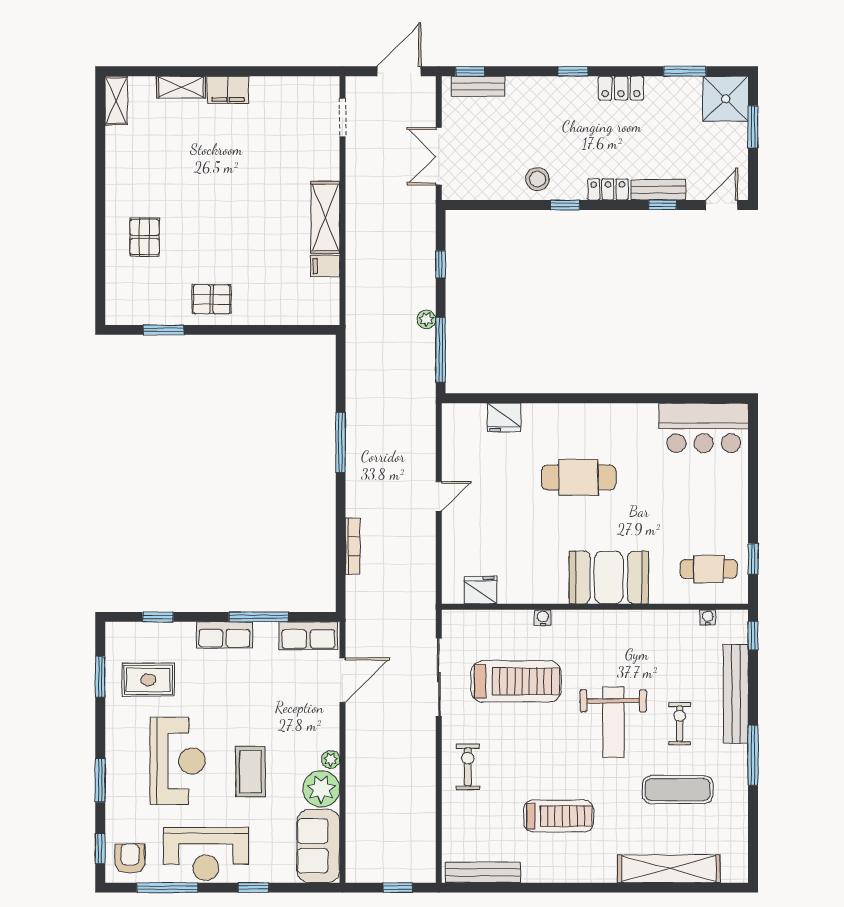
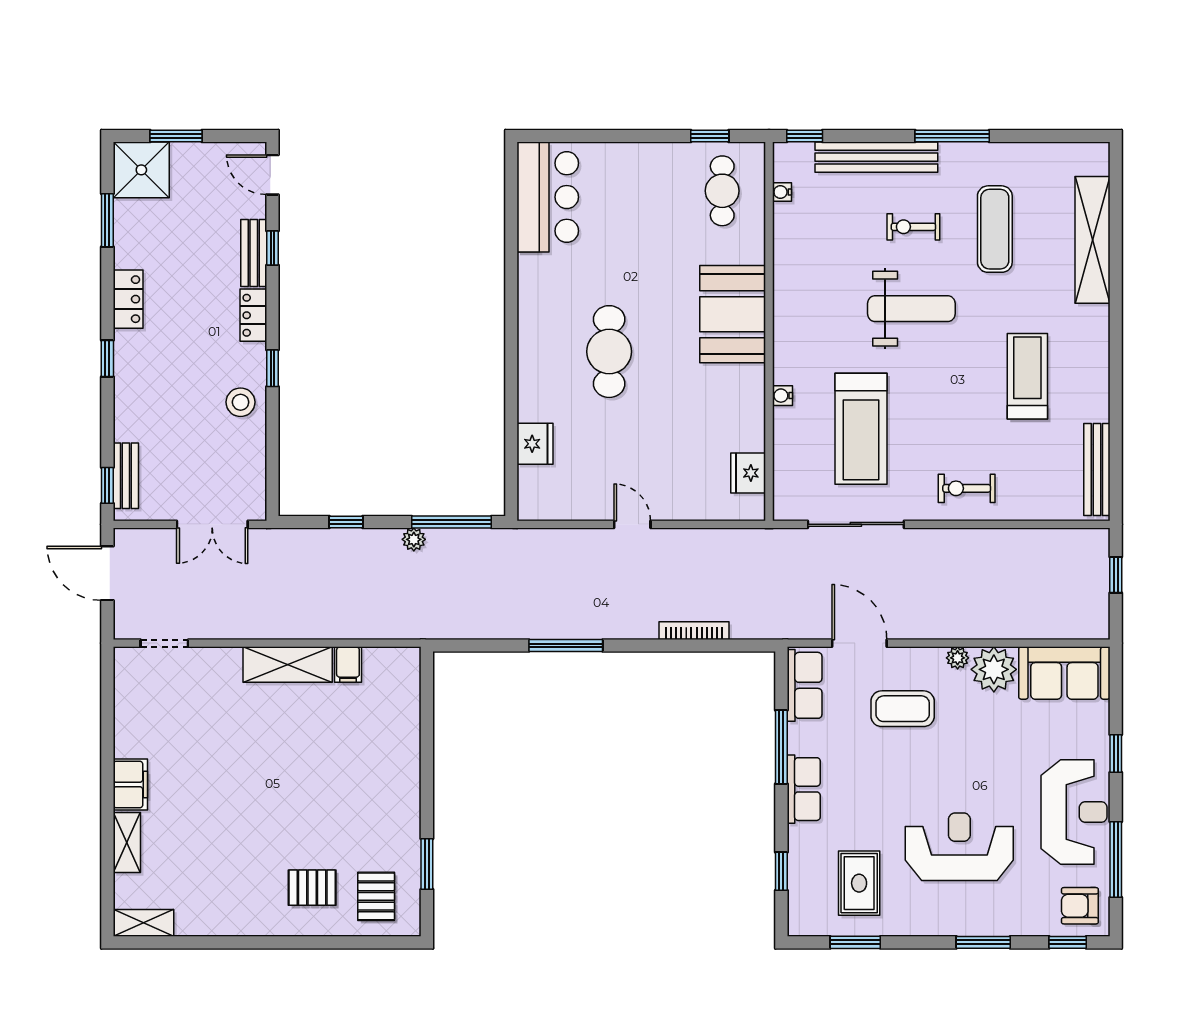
pallet: (212, 299) -> (376, 896), moved
treadmill: (516, 681) -> (861, 429), turned 180
coffee table: (250, 772) -> (903, 709), moved

